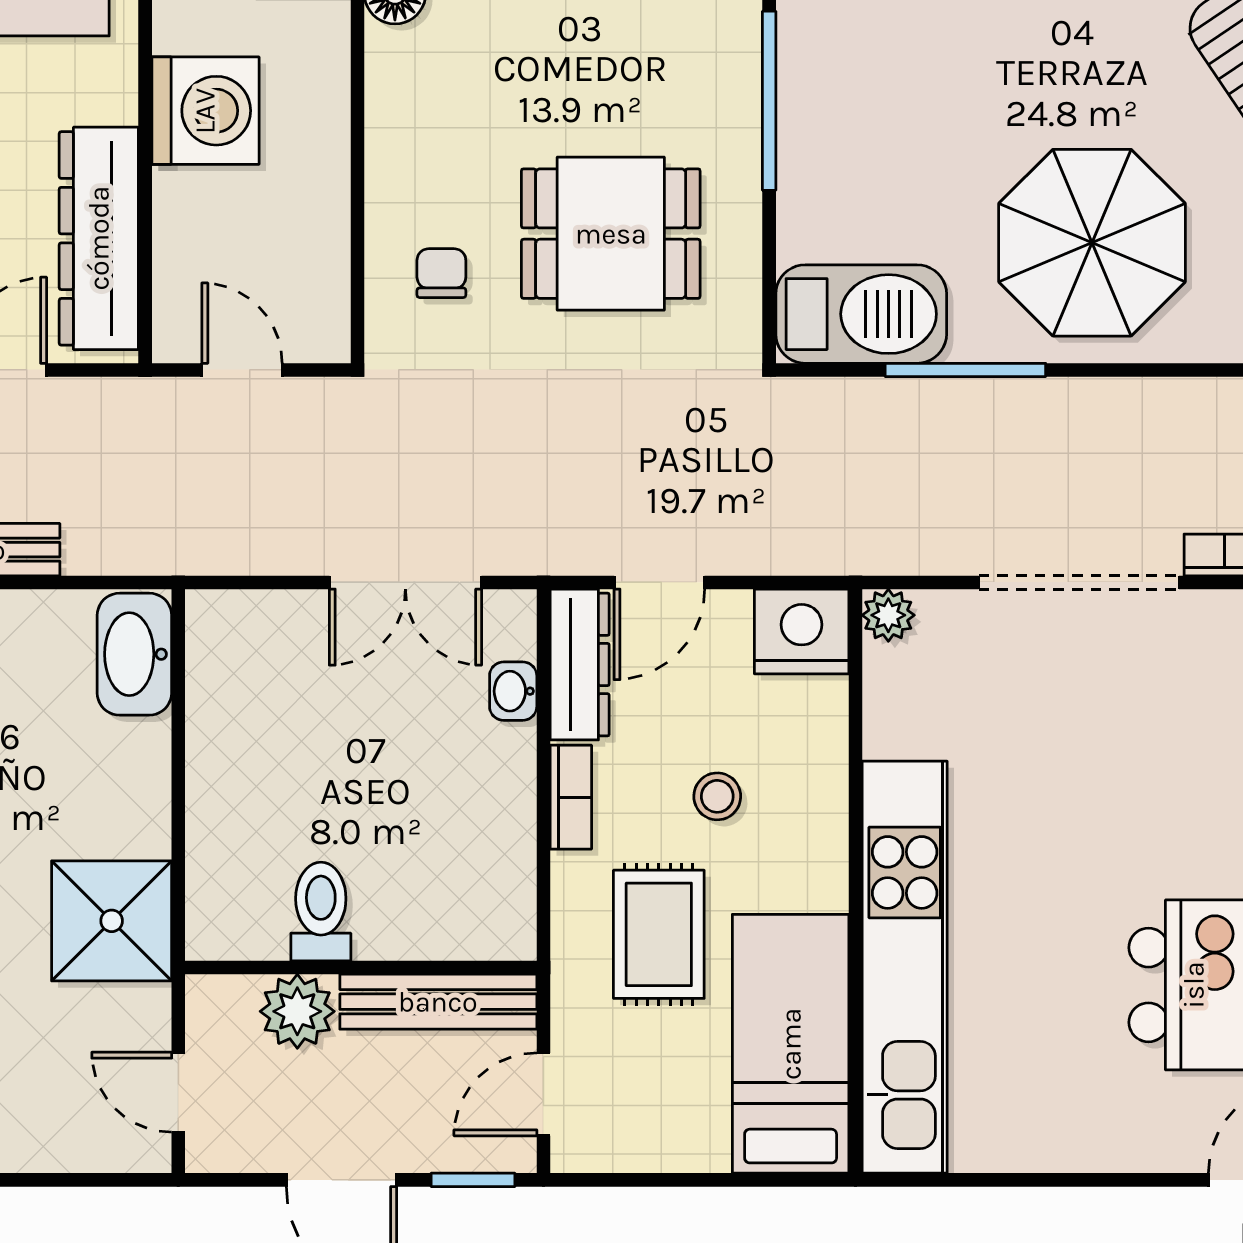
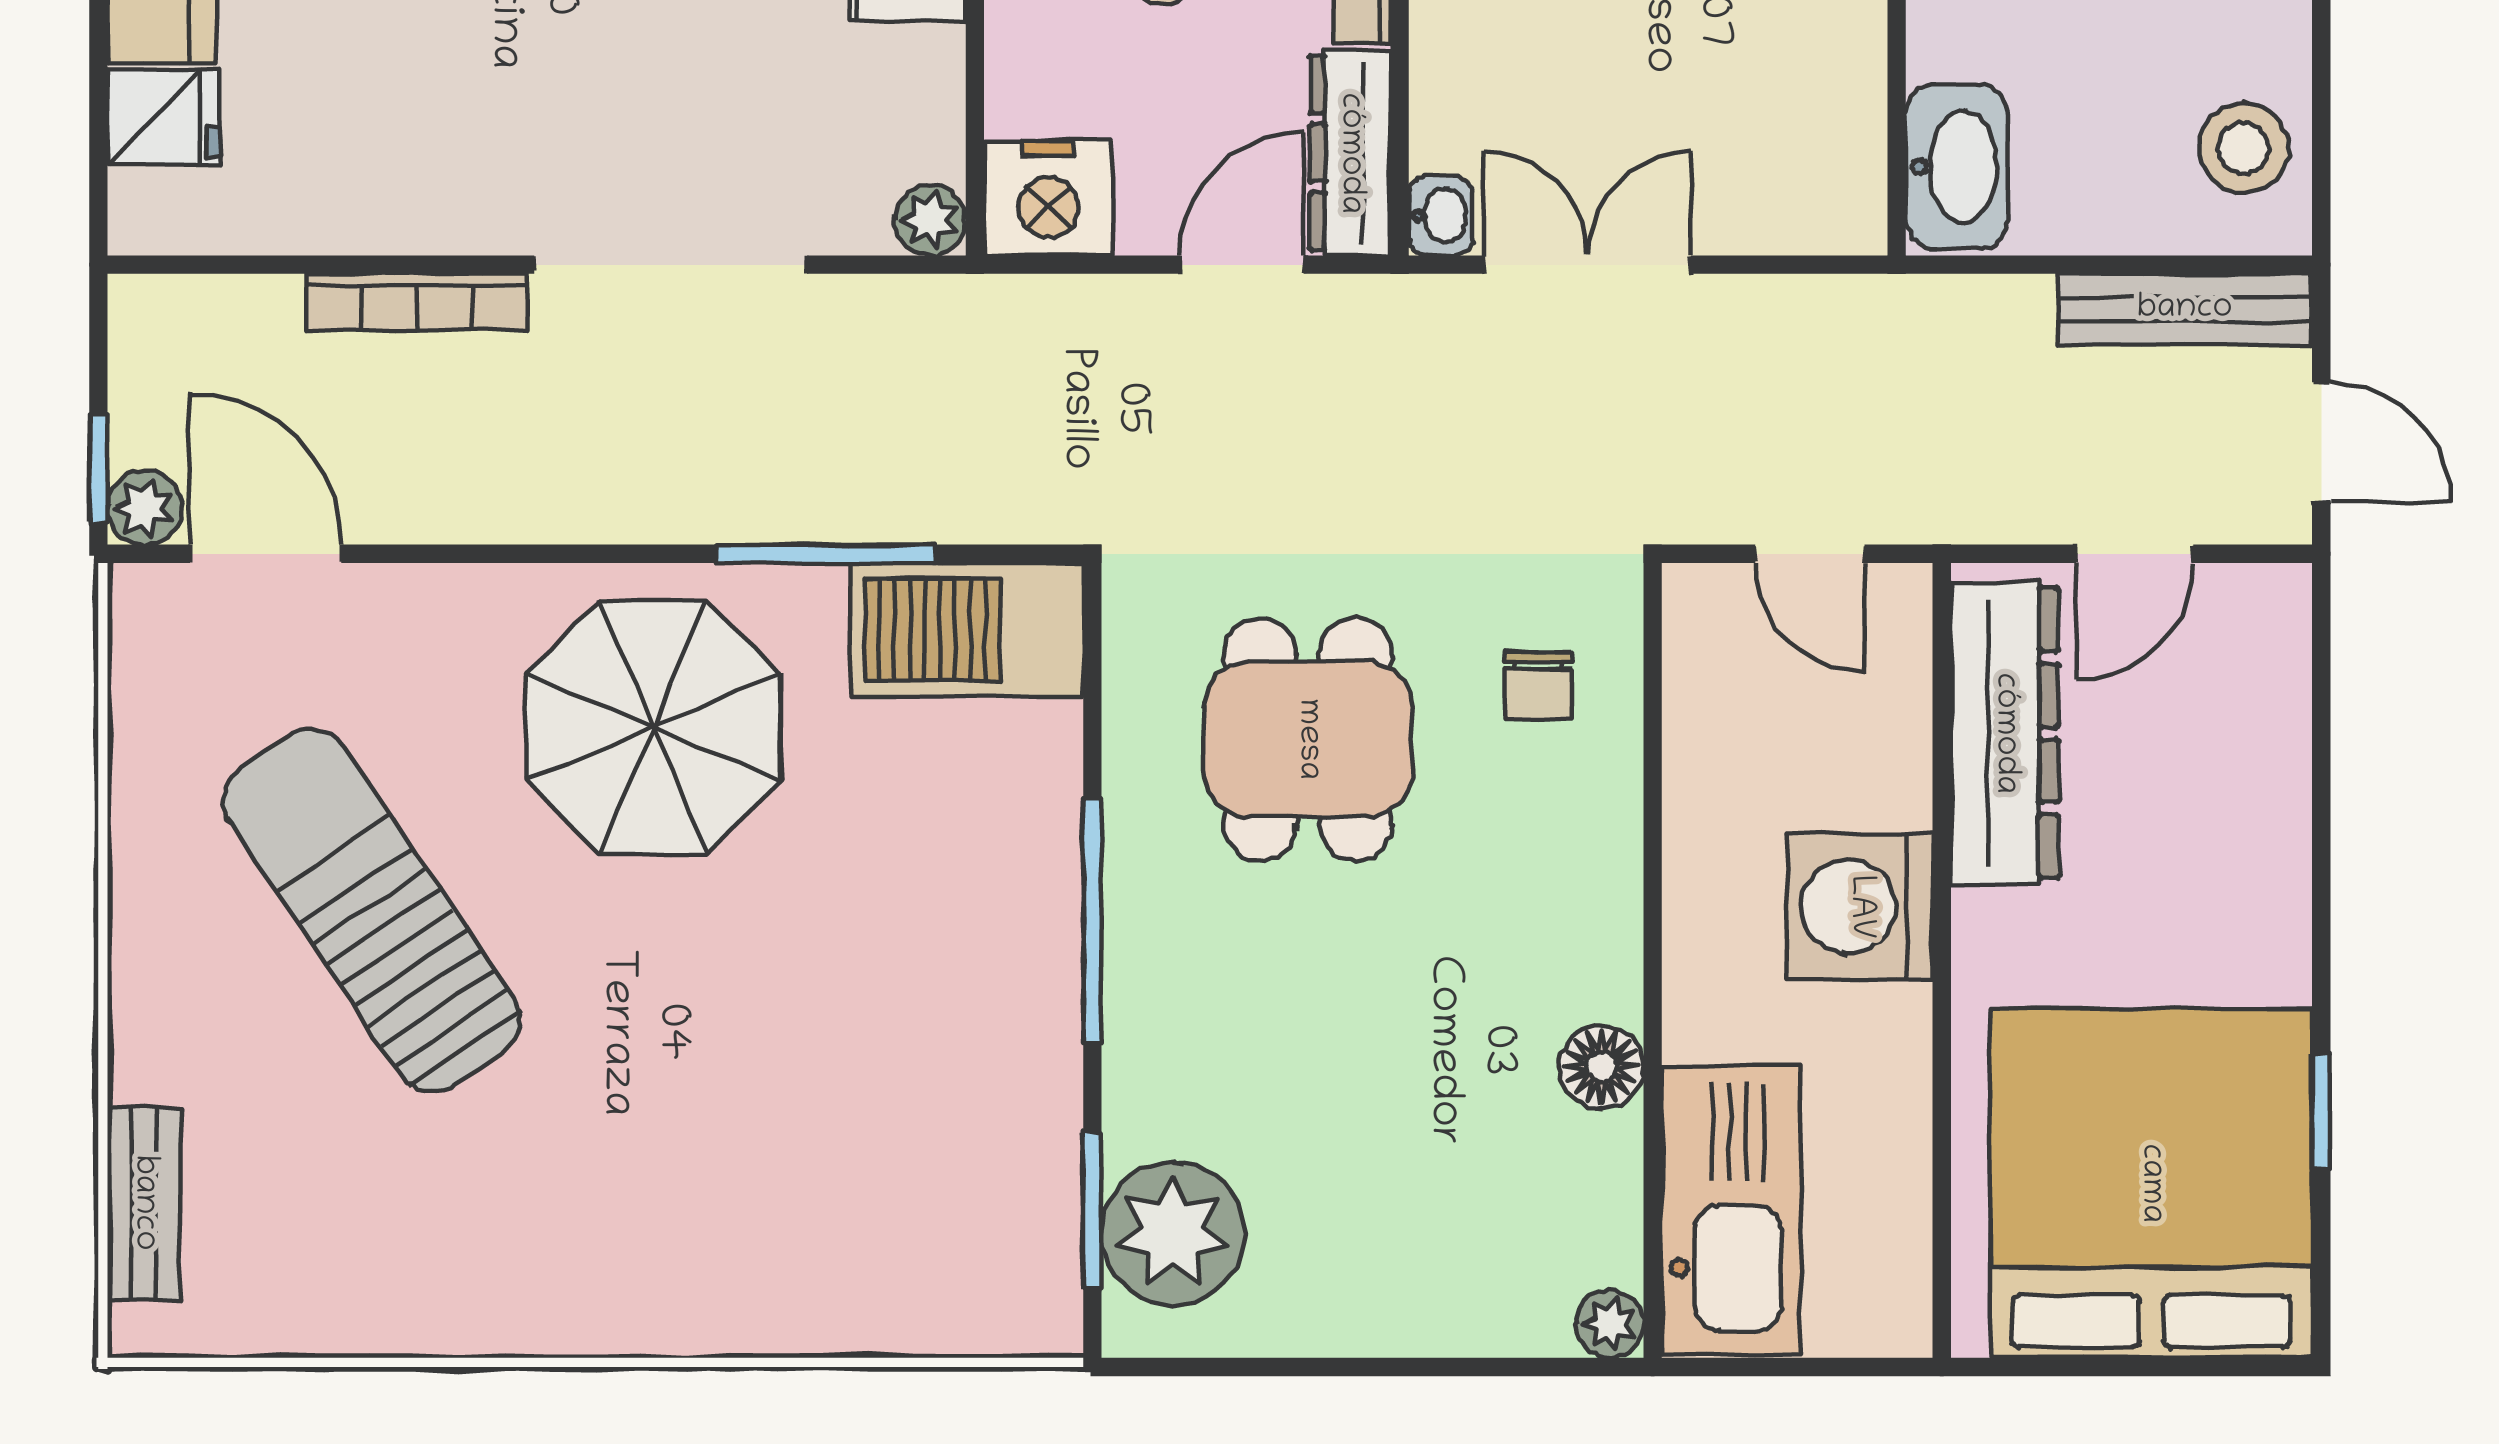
dining table: (611, 234) -> (1308, 739), turned 90
washbasin: (513, 691) -> (1441, 216), moved

